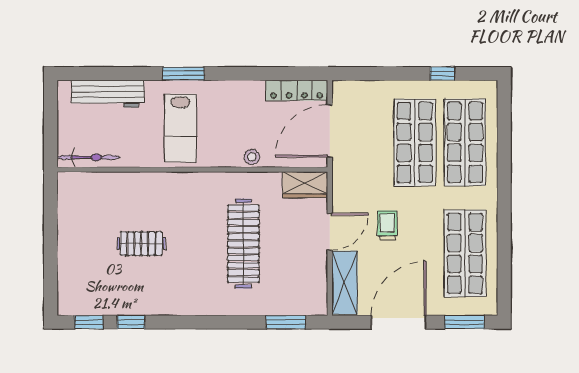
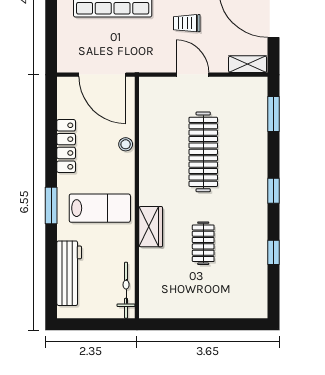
locker: (297, 90) -> (66, 146), moved
wardrobe: (305, 185) -> (151, 227), moved
clothes rail: (243, 244) -> (203, 152), turned 90
shelving: (345, 283) -> (248, 64), width x0.67, depth x0.75
window: (89, 322) -> (273, 191), moved

